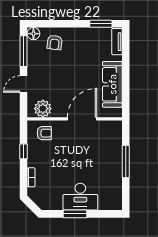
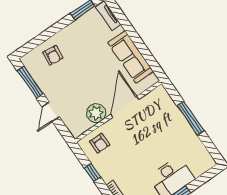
floor lamp: (33, 34) -> (28, 60), removed
plant: (43, 109) -> (96, 113), moved
armchair: (44, 133) -> (100, 143), turned 90

